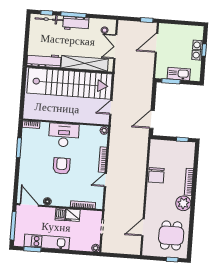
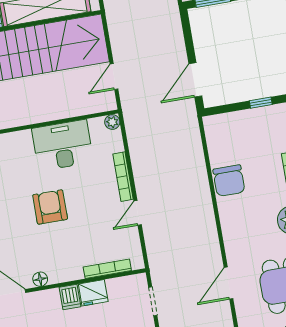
desk: (64, 135) -> (63, 145), moved

